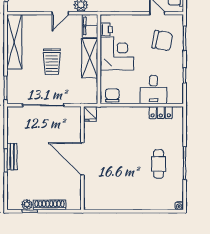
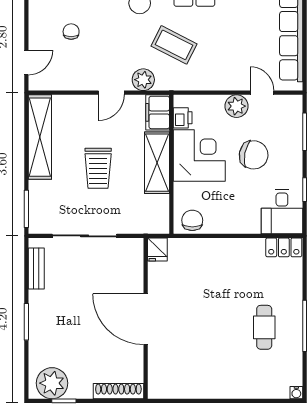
plant: (141, 22) -> (236, 106), added
chair: (162, 41) -> (254, 155), moved
desk: (153, 90) -> (282, 212), moved
locker: (161, 113) -> (284, 247), moved
bench: (12, 157) -> (36, 269), moved
plant: (27, 205) -> (52, 383), width x1.88, depth x1.88
shoe rack: (49, 205) -> (118, 391), moved

